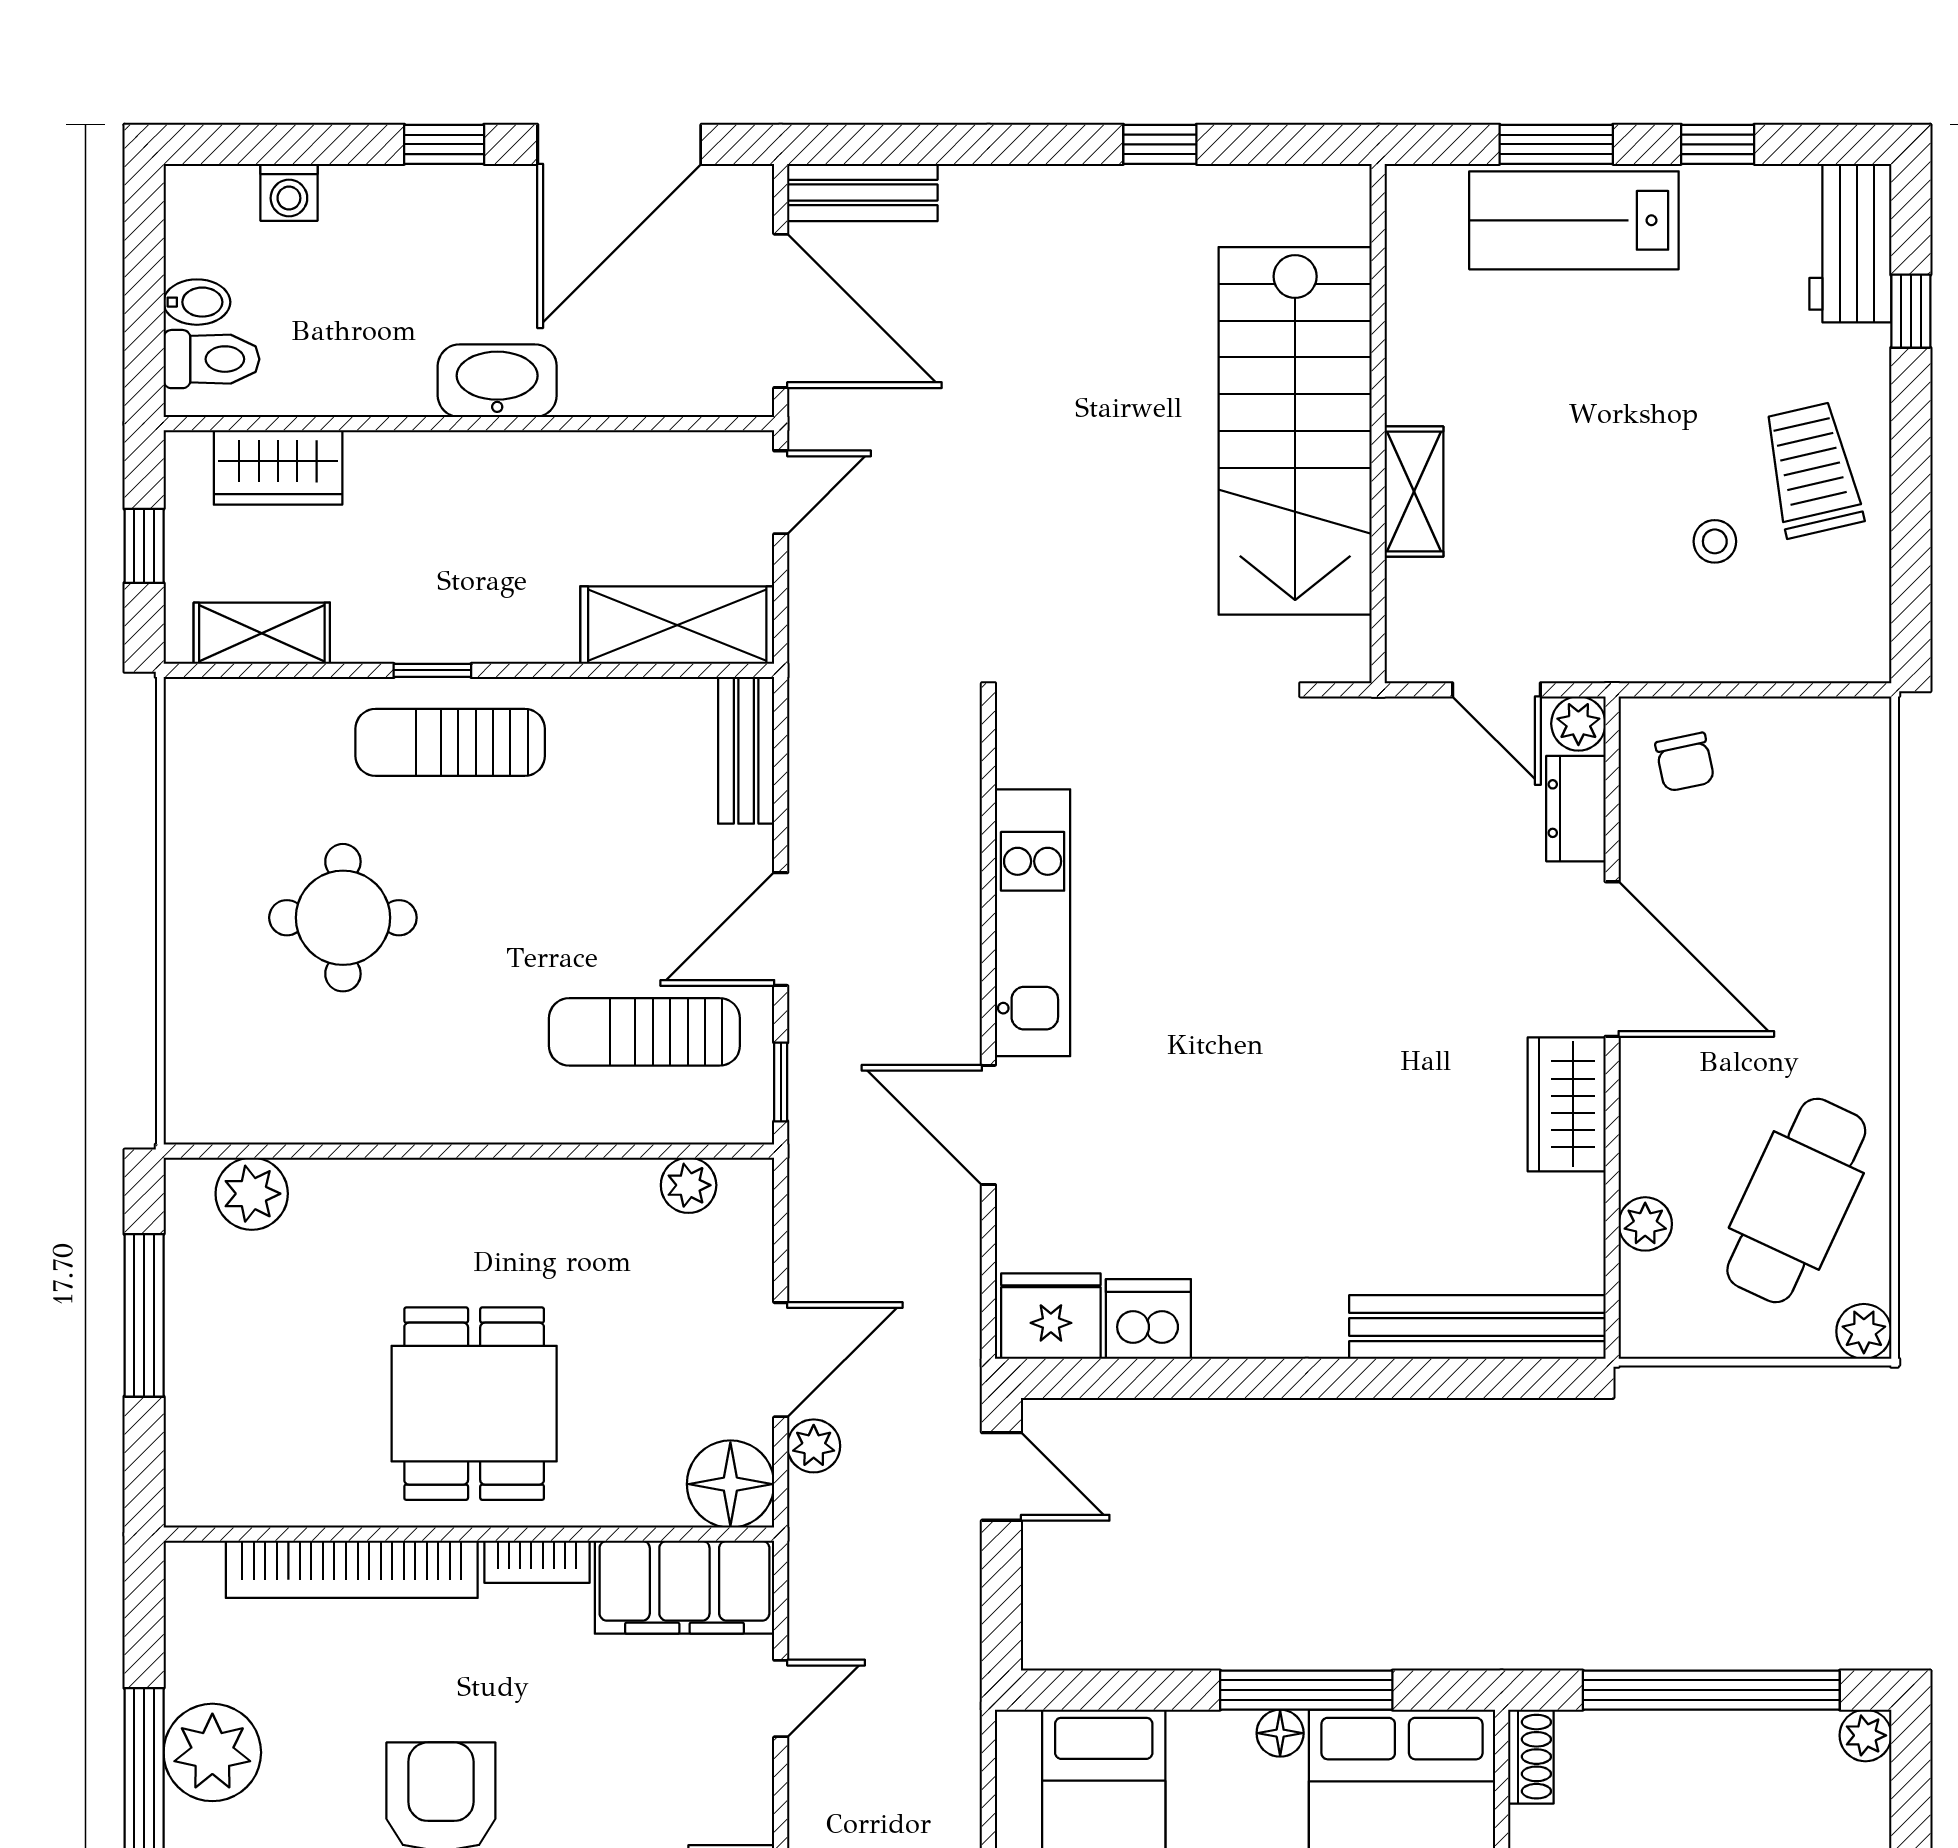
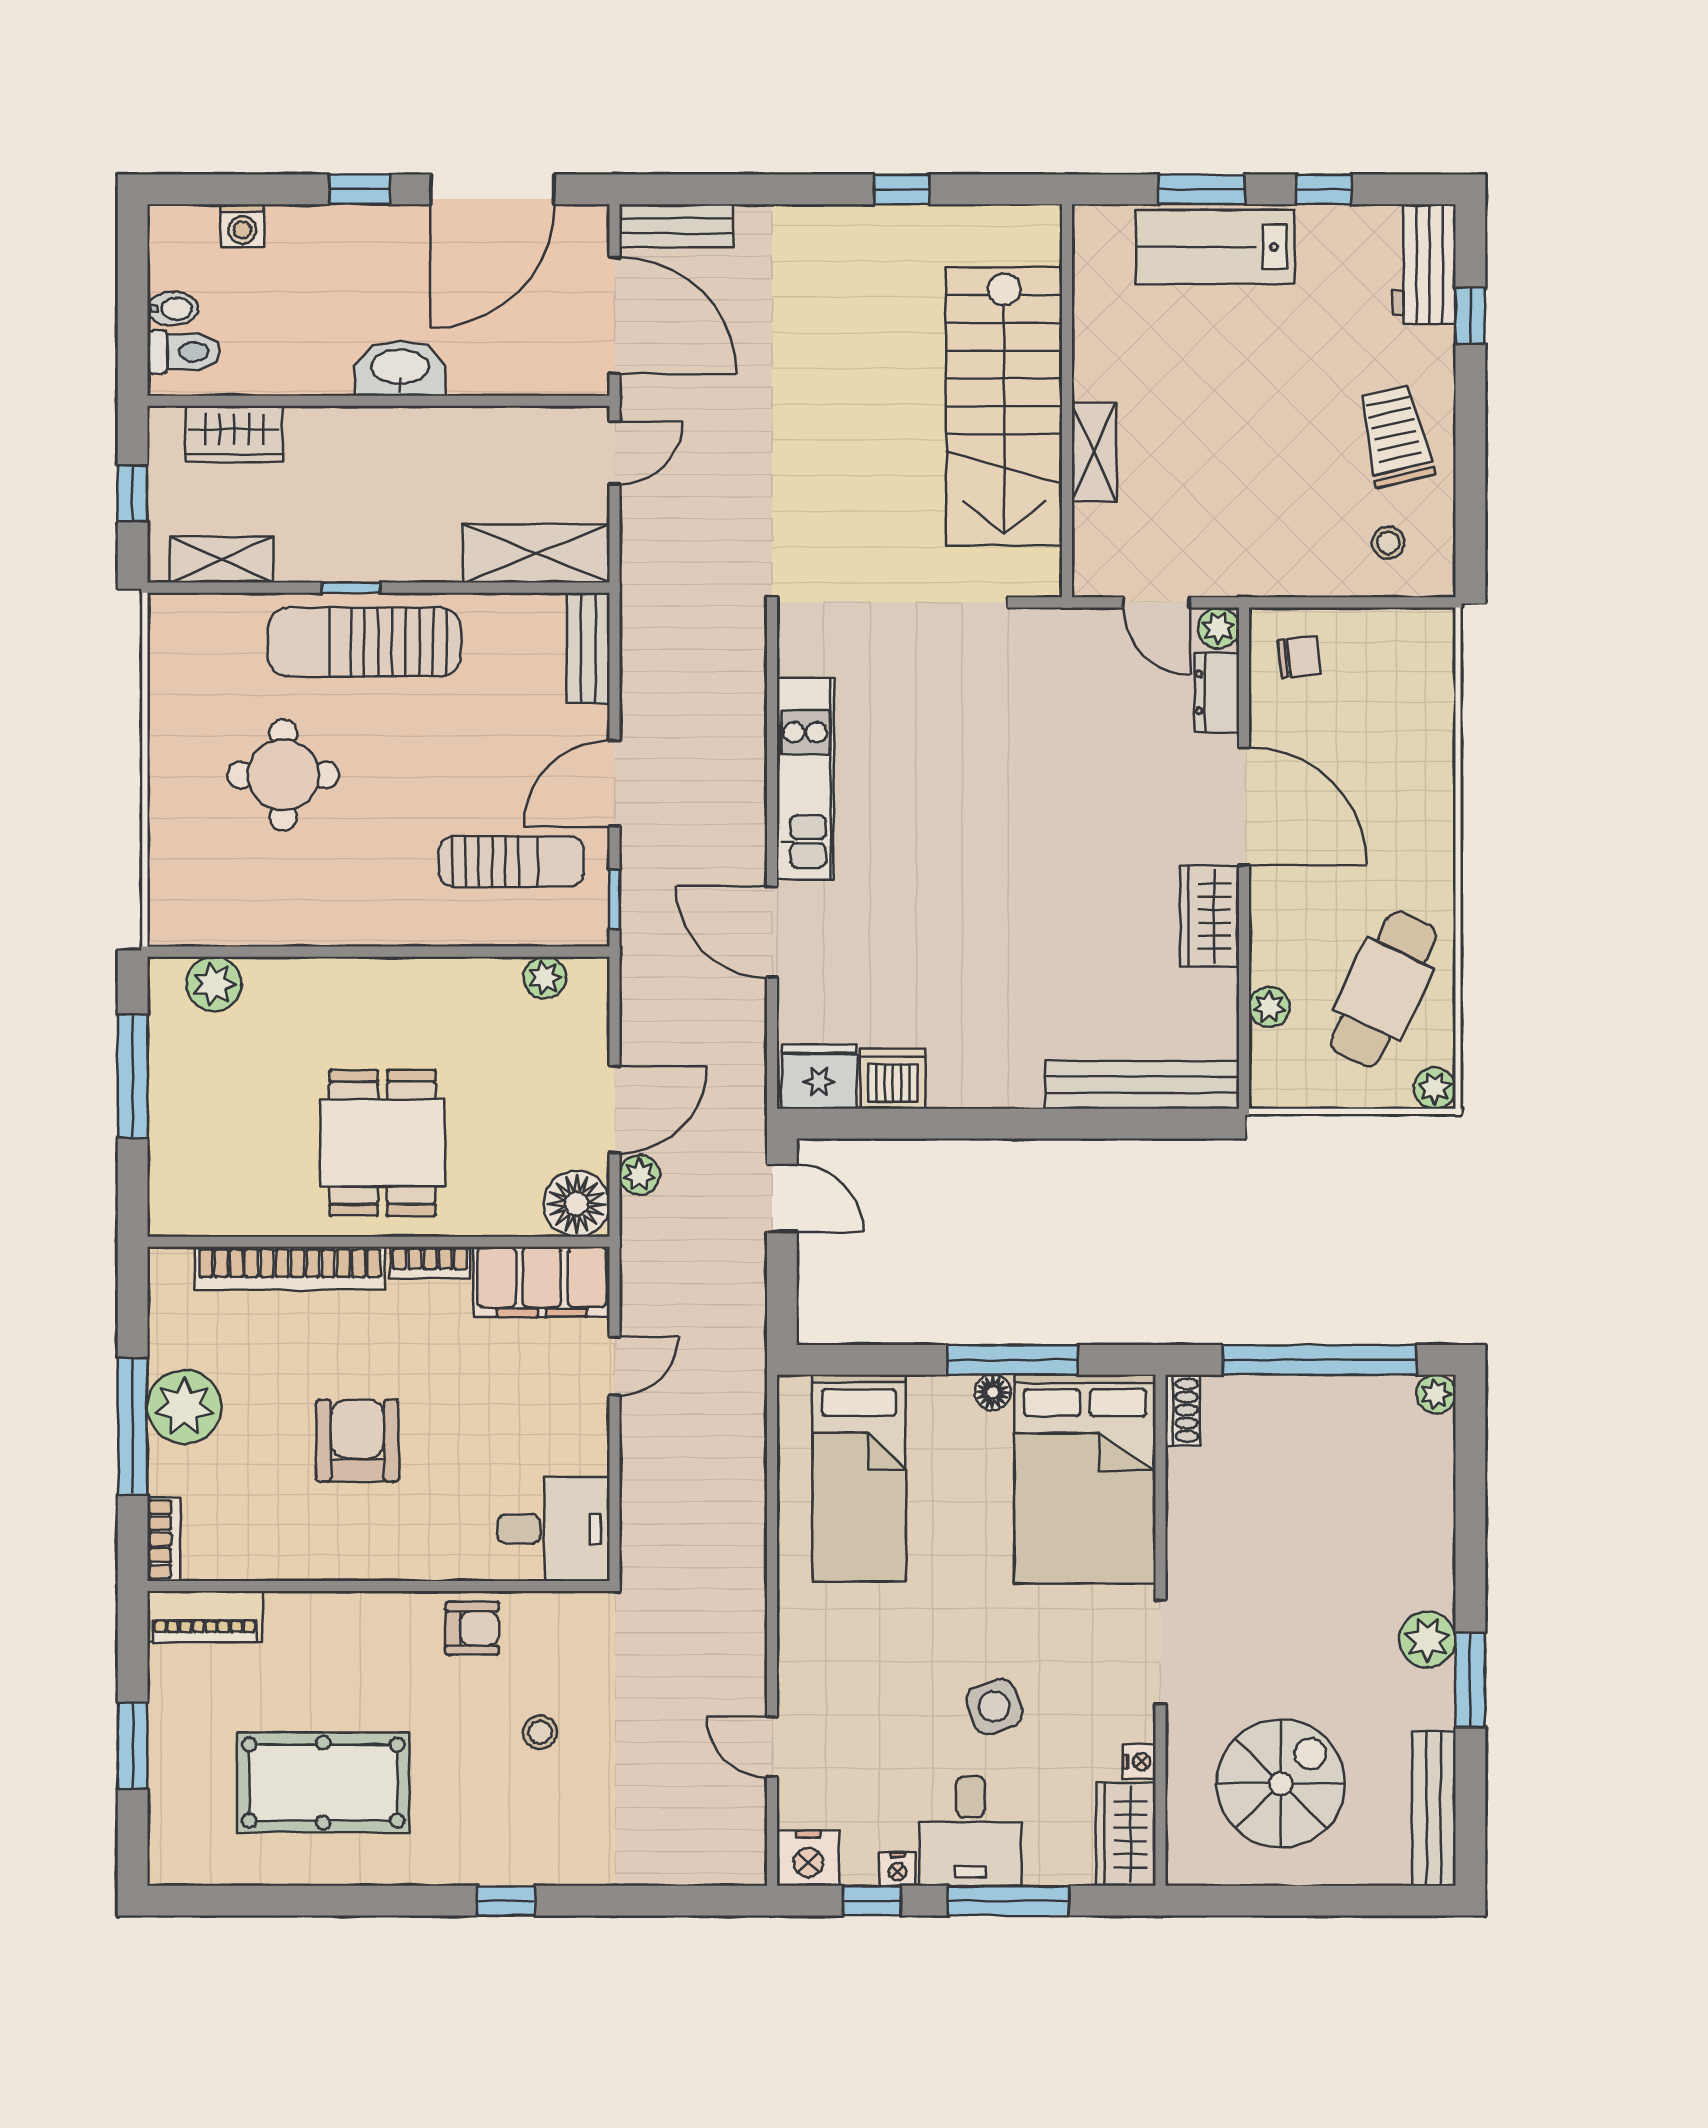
stool: (1715, 541) -> (1388, 543), moved
sun lounger: (450, 742) -> (364, 642), width x1.36, depth x1.34
chair: (1685, 762) -> (1299, 657), turned -84
sun lounger: (644, 1032) -> (511, 861), turned 180

